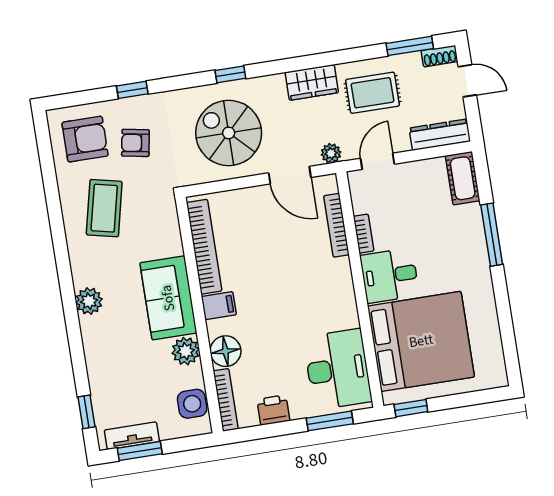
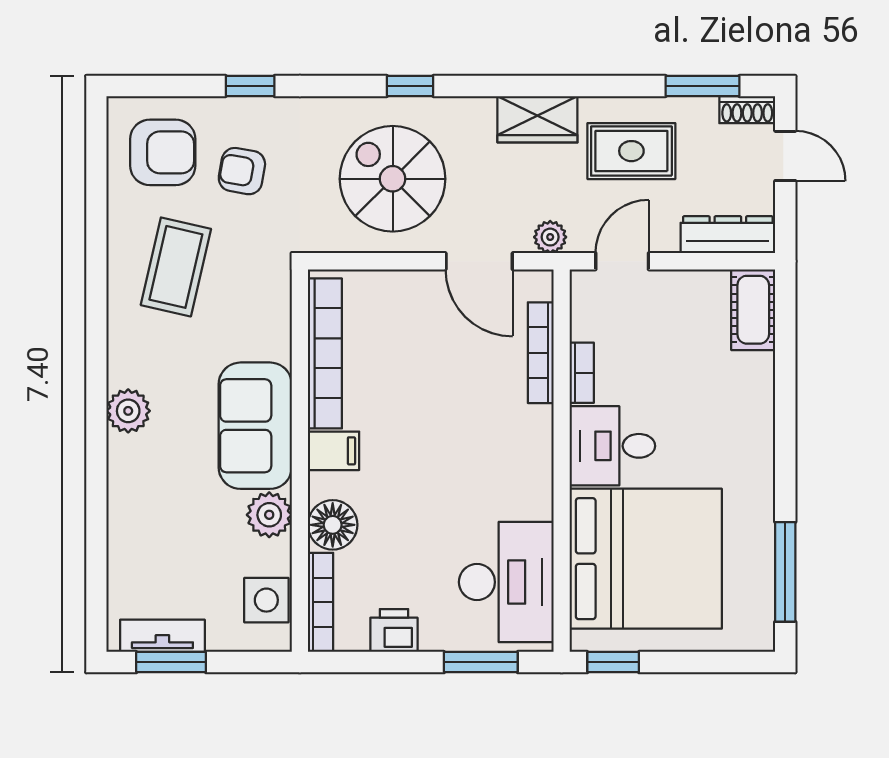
window: (492, 235) -> (785, 572), moved
window: (87, 412) -> (96, 586), removed

